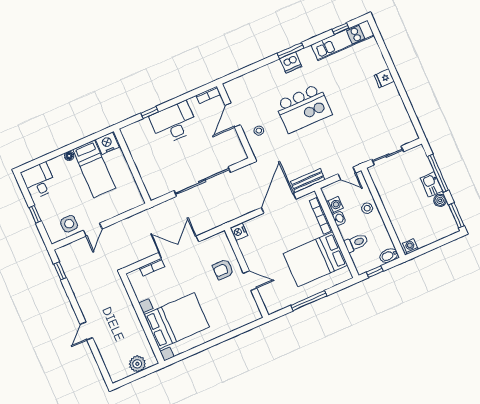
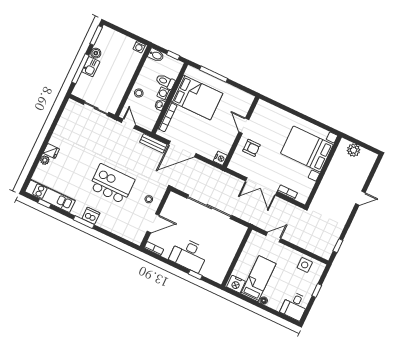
plant: (381, 65) -> (45, 160), added
washing machine: (335, 205) -> (164, 94), moved
door: (93, 230) -> (273, 237), moved
window: (309, 301) -> (214, 74), moved

